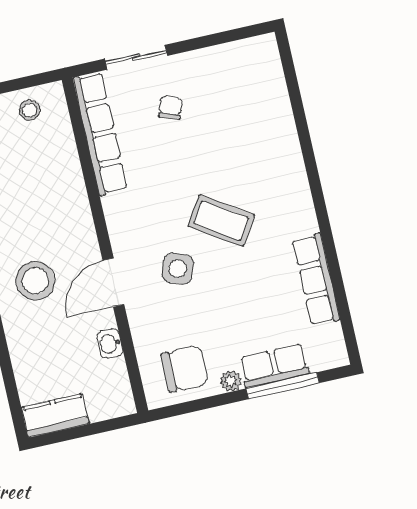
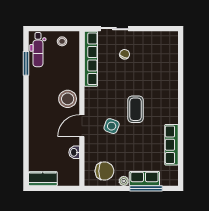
coffee table: (221, 221) -> (136, 109), turned 57
stool: (35, 281) -> (68, 99), moved

